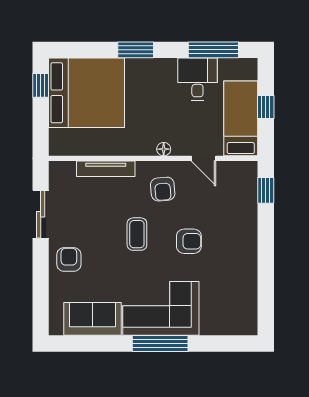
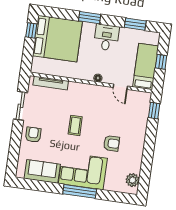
window: (213, 50) -> (135, 24), width x0.69
desk: (197, 79) -> (106, 37), moved
tv unit: (106, 169) -> (51, 83), moved
armchair: (163, 189) -> (94, 101), removed
armchair: (189, 241) -> (111, 143), moved
plant: (246, 312) -> (133, 180), added

